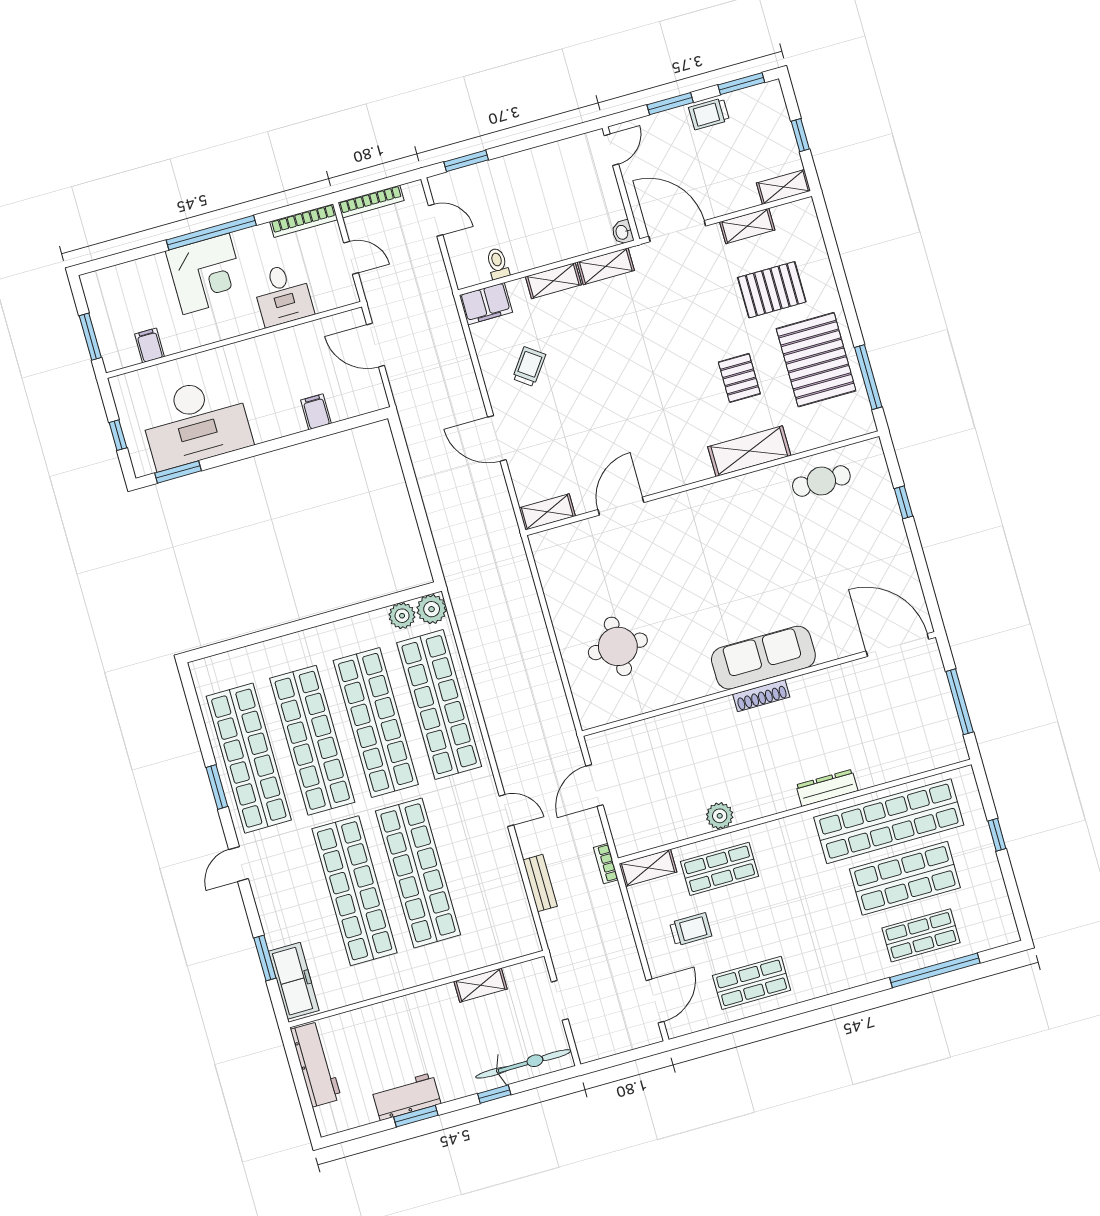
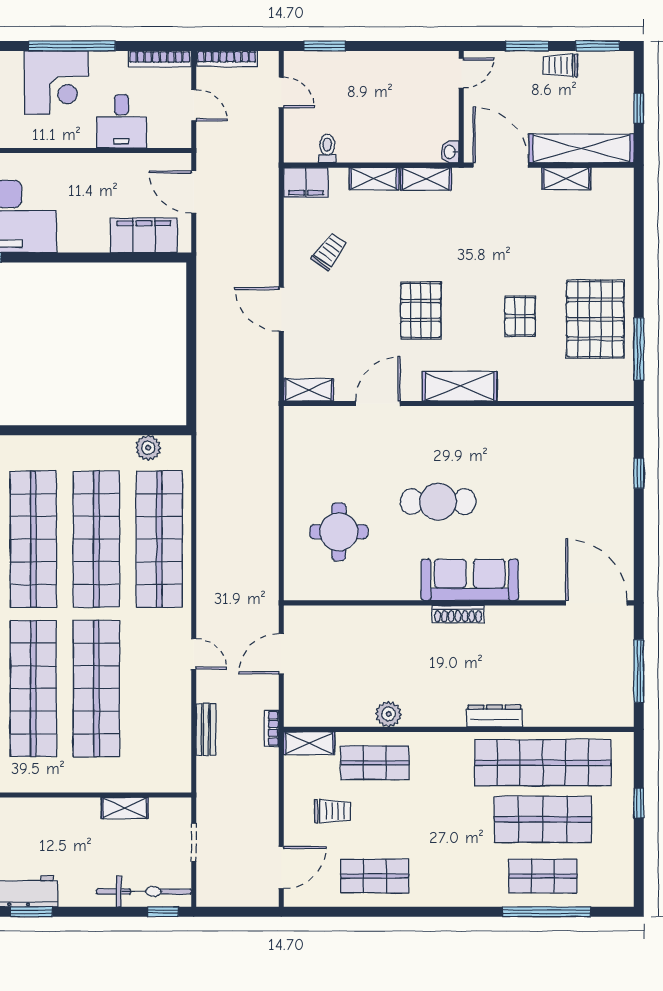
shelving: (784, 187) -> (581, 148), width x2.20, depth x1.33
pallet: (772, 290) -> (421, 310), moved, turned 90
filing cabinet: (316, 412) -> (144, 235), width x3.00, depth x1.17
shelving: (749, 451) -> (460, 386), moved
cafe table: (821, 481) -> (438, 502), moved, width x1.37, depth x1.35
plant: (432, 609) -> (177, 449), removed
window: (494, 1094) -> (163, 912), moved

